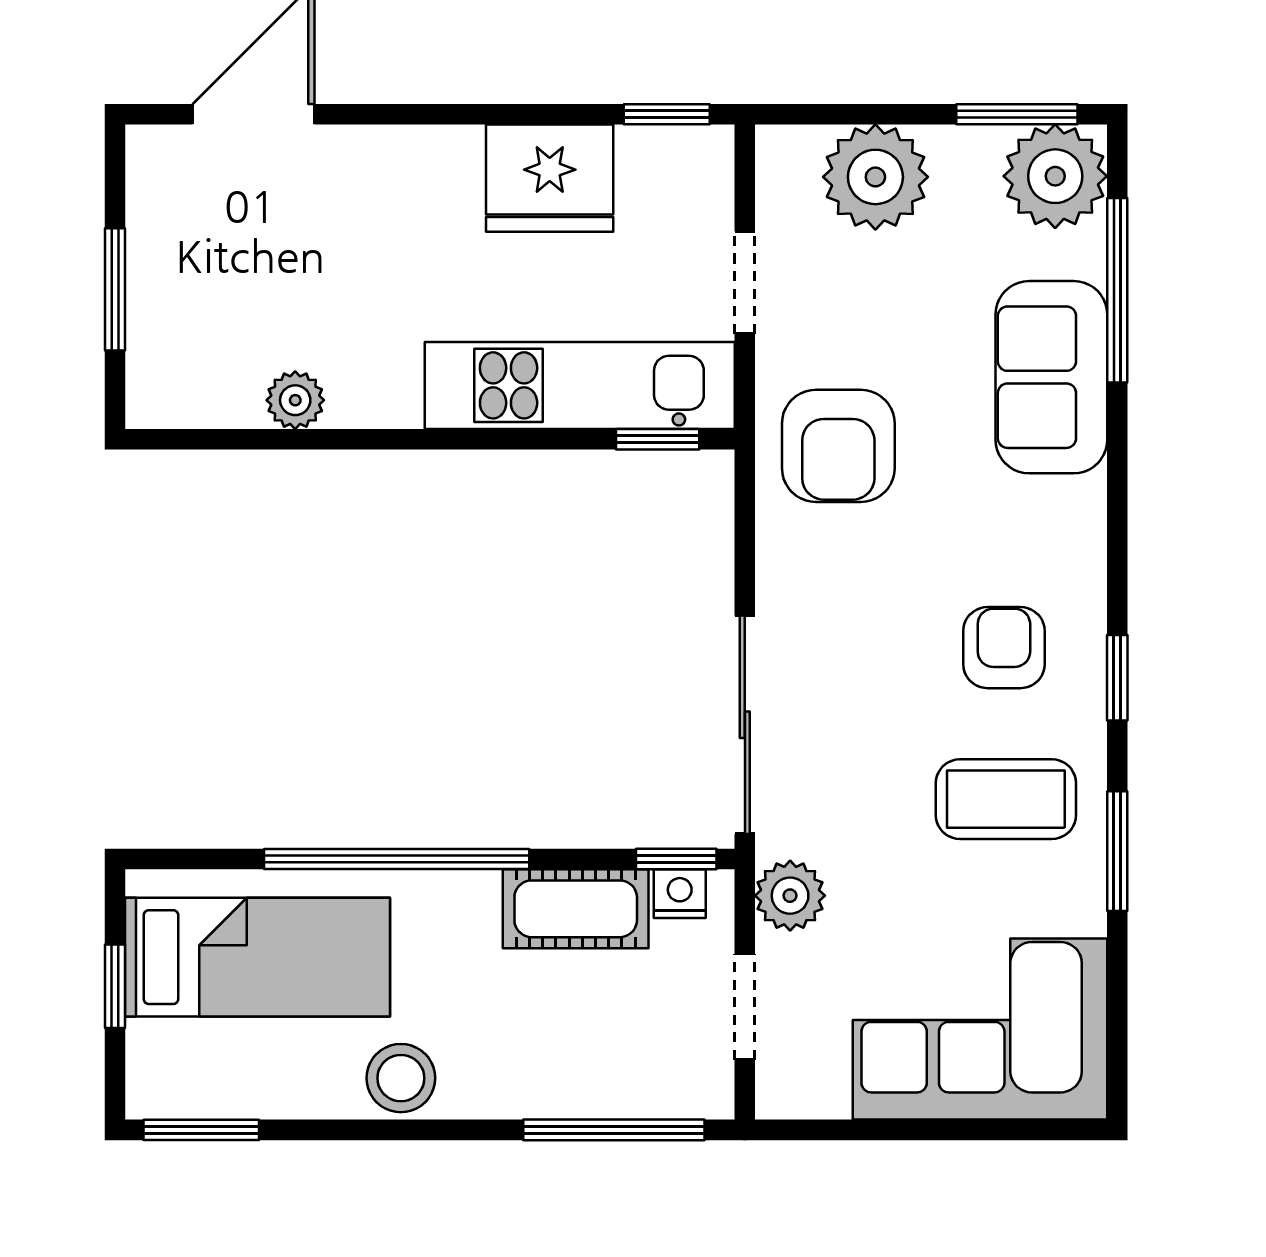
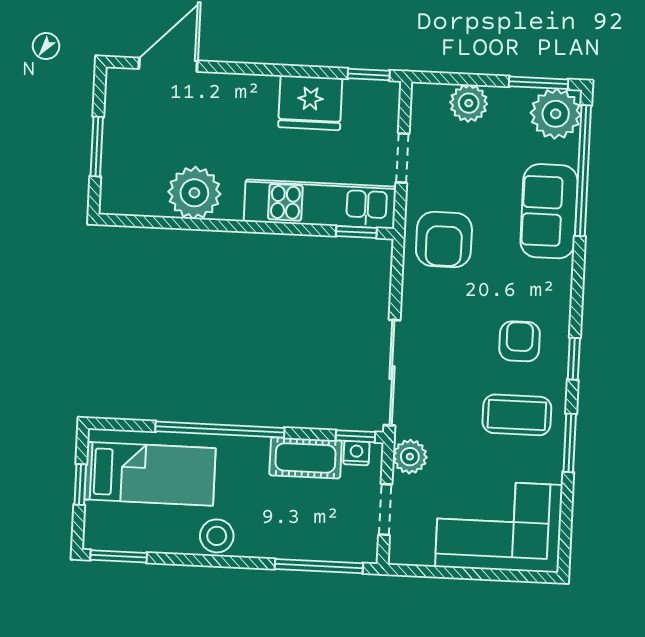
plant: (875, 177) -> (469, 103), width x0.73, depth x0.73
window: (1117, 290) -> (583, 171), width x1.46
plant: (295, 400) -> (194, 193), width x1.87, depth x1.87

